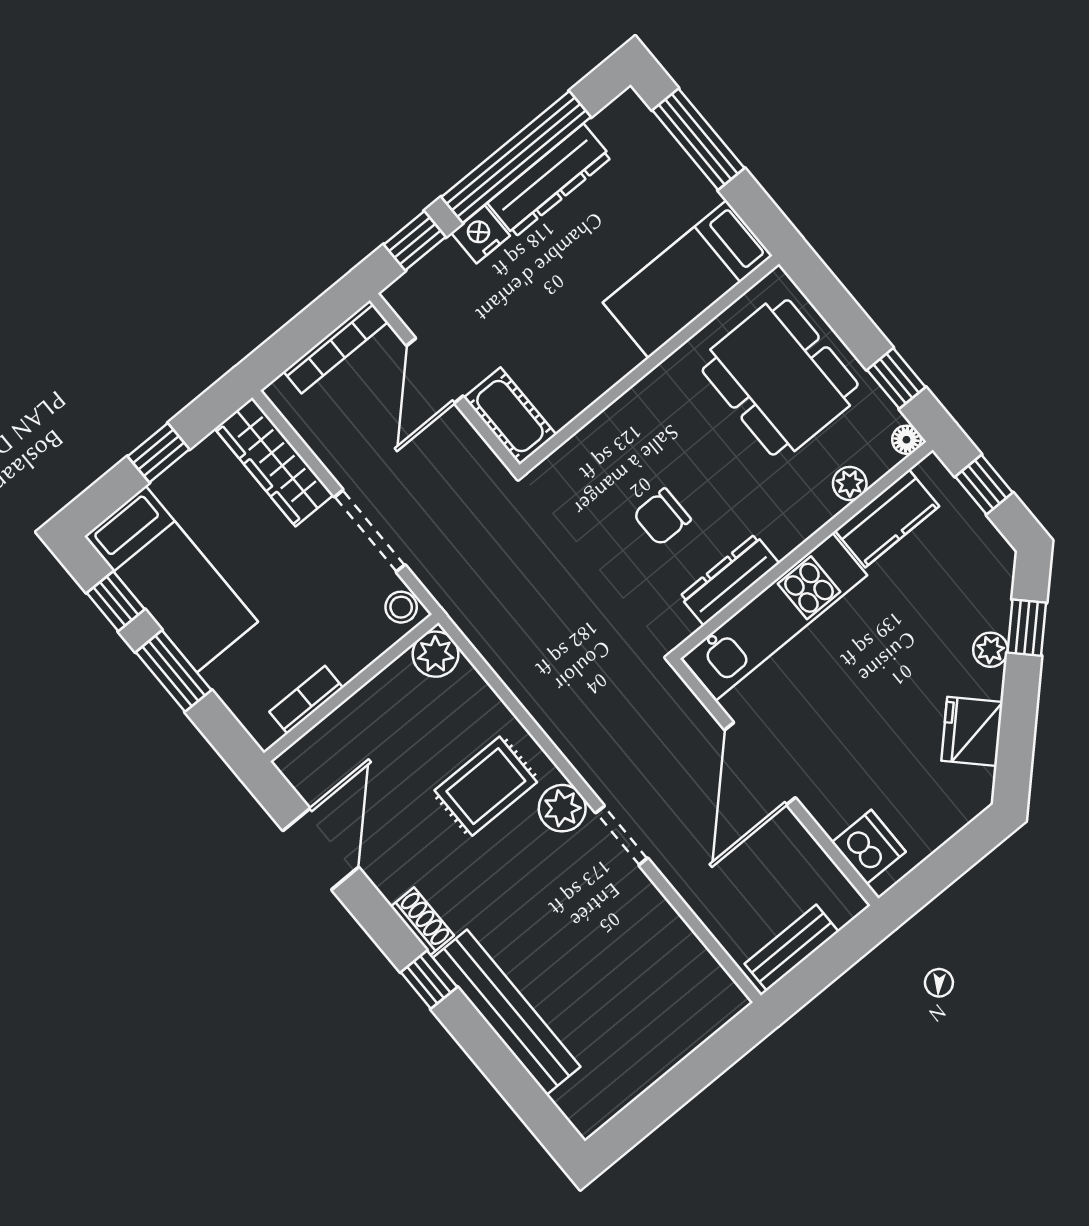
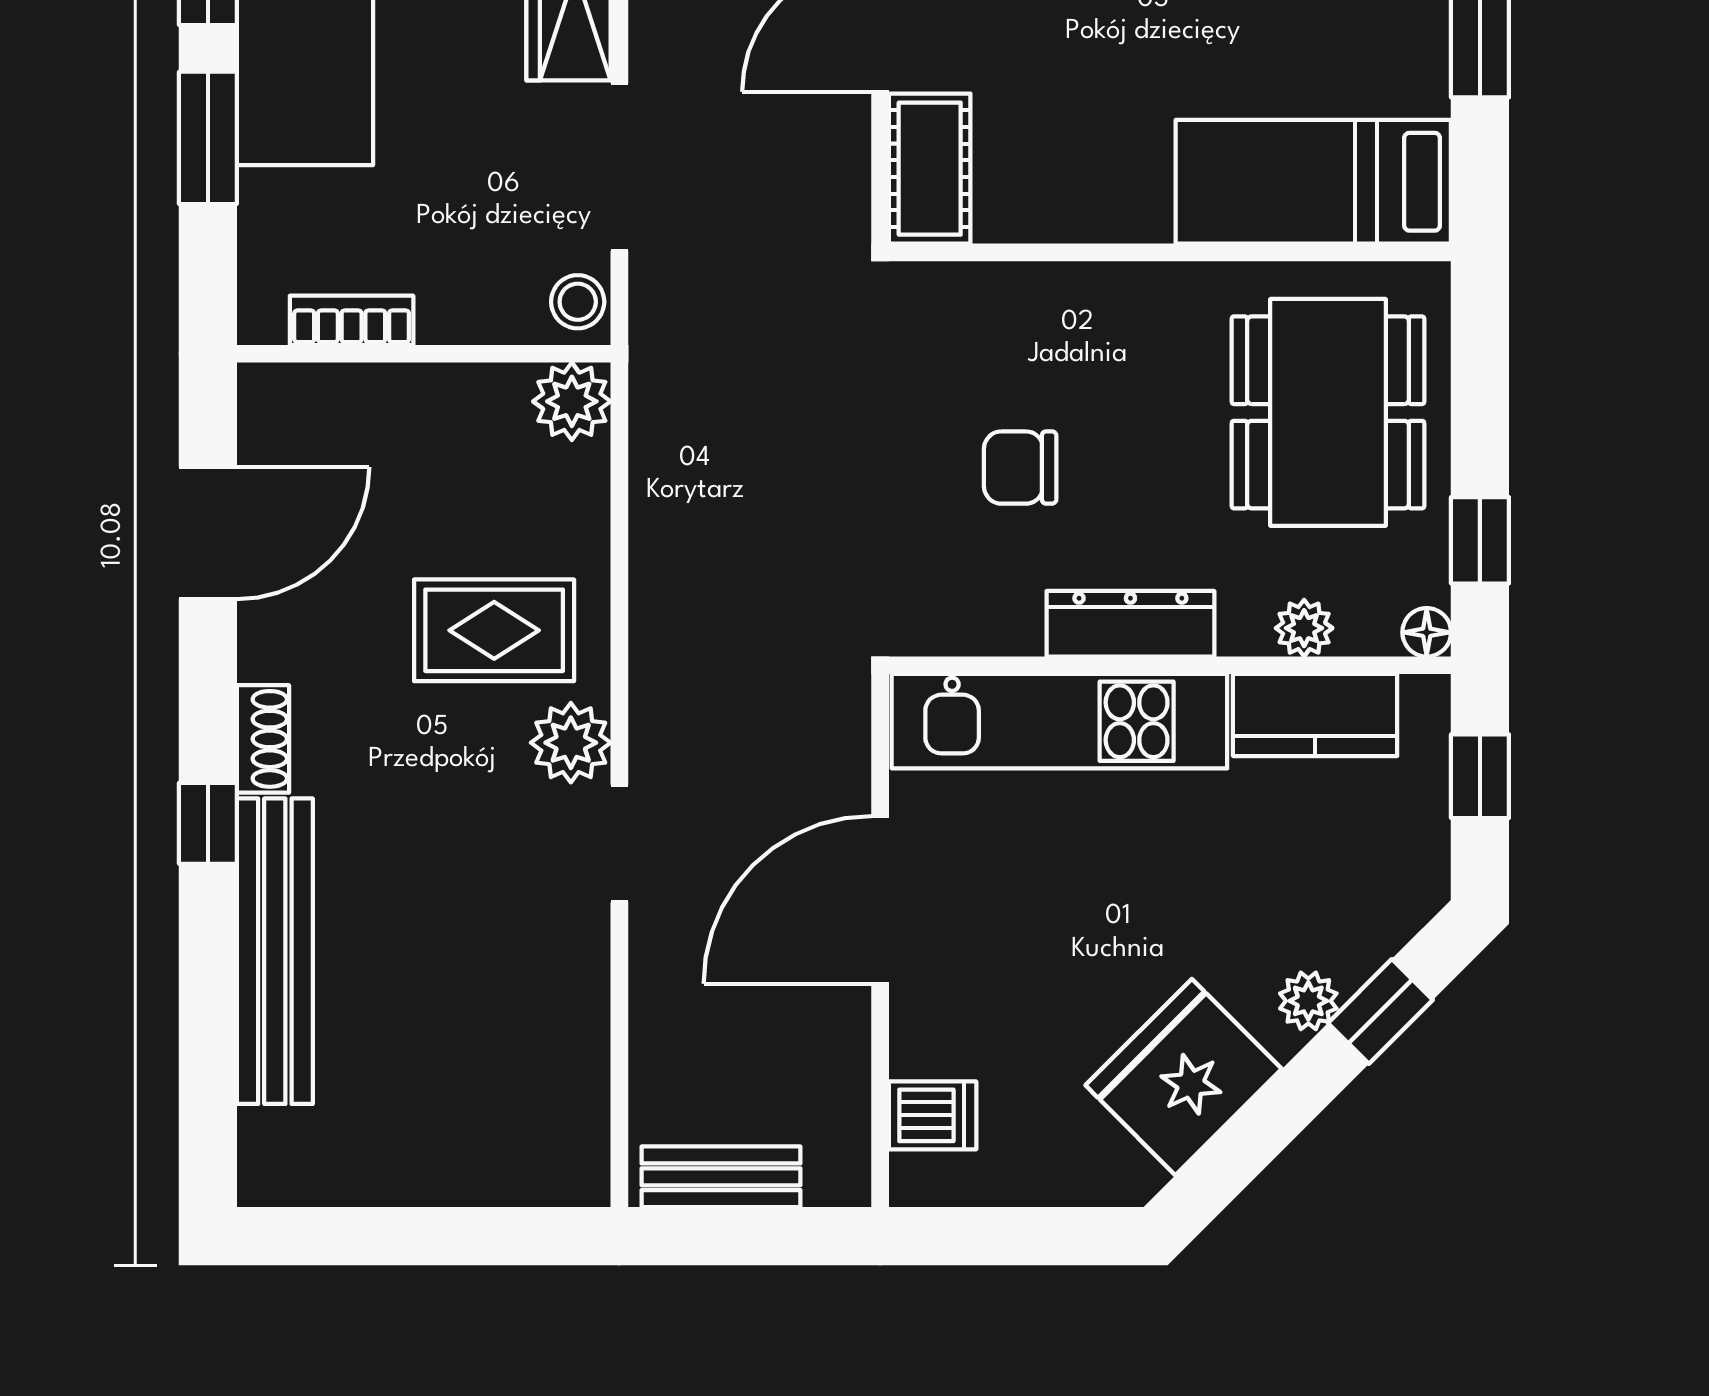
dresser: (729, 580) -> (1130, 624), moved
fridge: (972, 731) -> (1184, 1077), width x1.36, depth x1.34
dishwasher: (869, 847) -> (933, 1115), width x0.73

